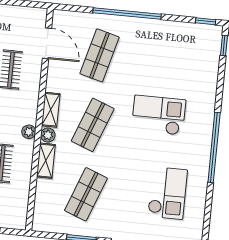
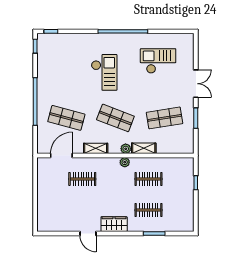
shelving: (51, 110) -> (96, 148), moved
checkout: (159, 115) -> (104, 72), turned 180
shop shelf: (86, 194) -> (165, 118), turned -30

